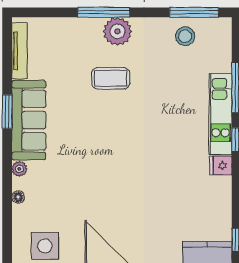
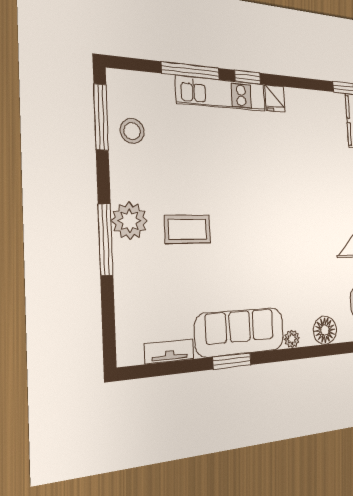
tv unit: (19, 51) -> (169, 351), width x0.71
coffee table: (111, 78) -> (187, 229), turned 90
floor lamp: (18, 197) -> (325, 330), width x1.89, depth x1.89

